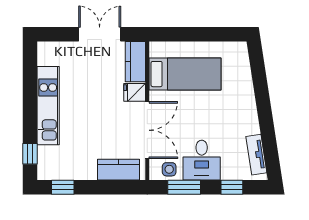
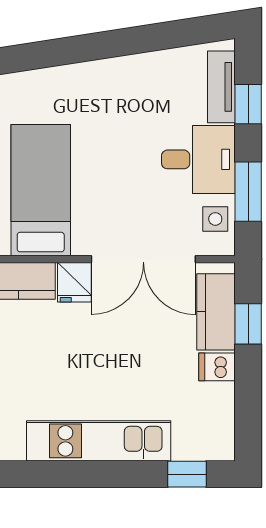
double door: (147, 130) -> (143, 259), swing flipped
tv unit: (256, 155) -> (221, 87), moved, turned 99
dishwasher: (88, 170) -> (217, 367), added
window: (63, 187) -> (248, 324), moved

